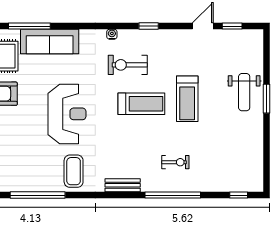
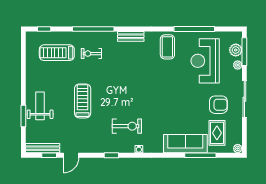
bench: (241, 36) -> (43, 148), added
window: (267, 99) -> (23, 116), moved
treadmill: (141, 104) -> (57, 53), moved
reception desk: (67, 114) -> (205, 61), moved

